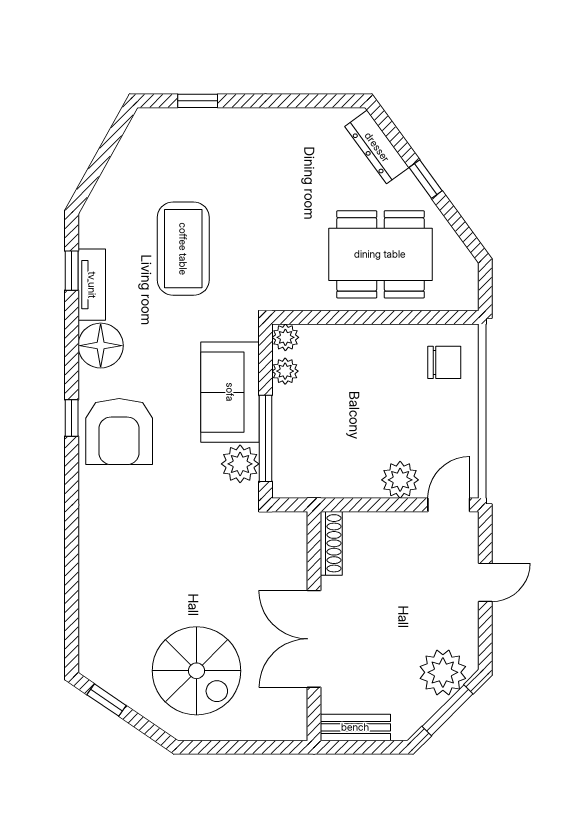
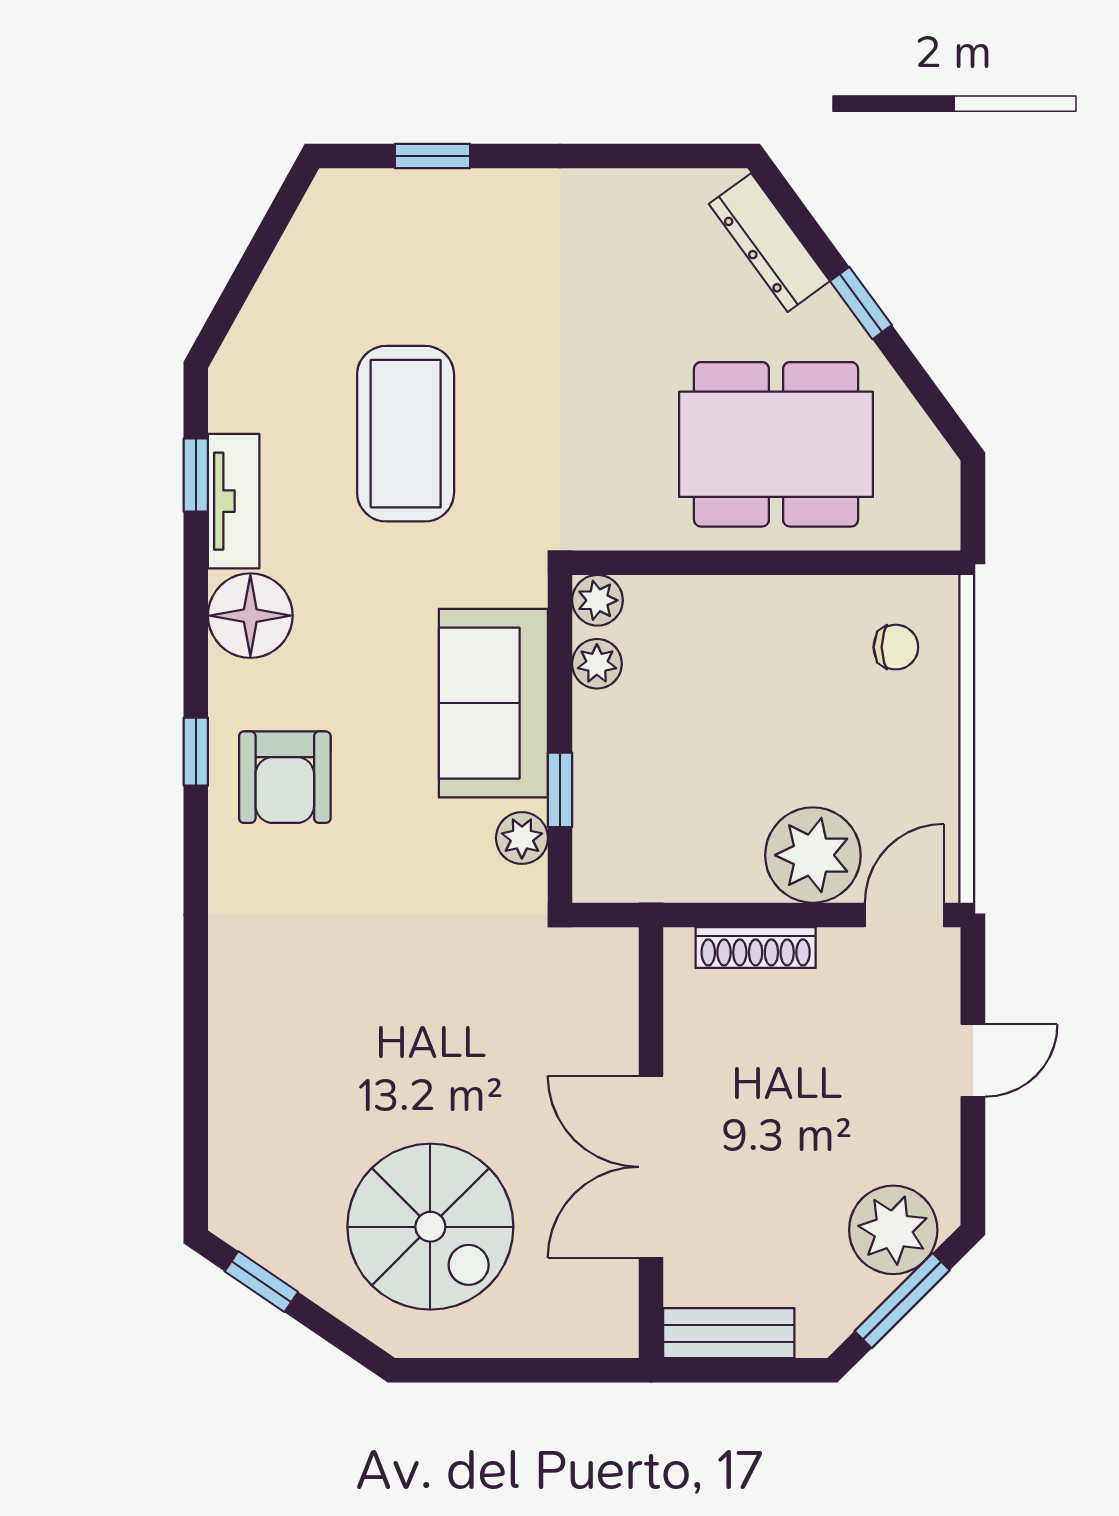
chair: (444, 362) -> (896, 647), width x0.73, depth x0.73
armchair: (119, 432) -> (285, 777), width x0.73, depth x0.73
window: (266, 438) -> (560, 790), width x0.46
plant: (240, 464) -> (522, 838), width x0.73, depth x0.73
plant: (400, 480) -> (813, 855), width x1.36, depth x1.36
shoe rack: (331, 543) -> (756, 948), moved, turned 90

